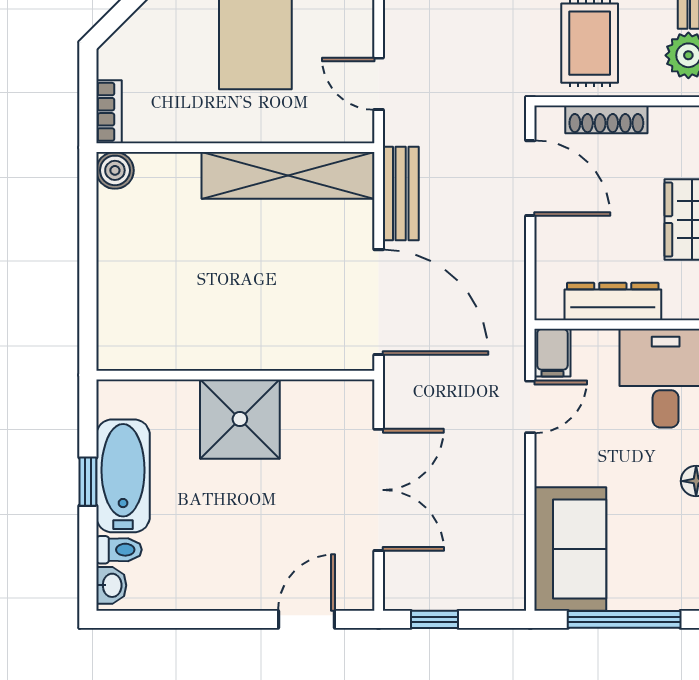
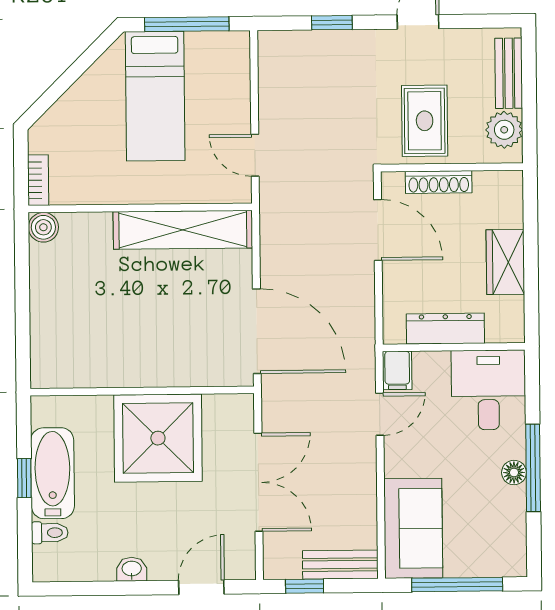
bench: (401, 194) -> (340, 565), moved, turned 90
shower: (240, 419) -> (158, 438), width x1.37, depth x1.37
washbasin: (111, 585) -> (132, 569), moved, turned -90

